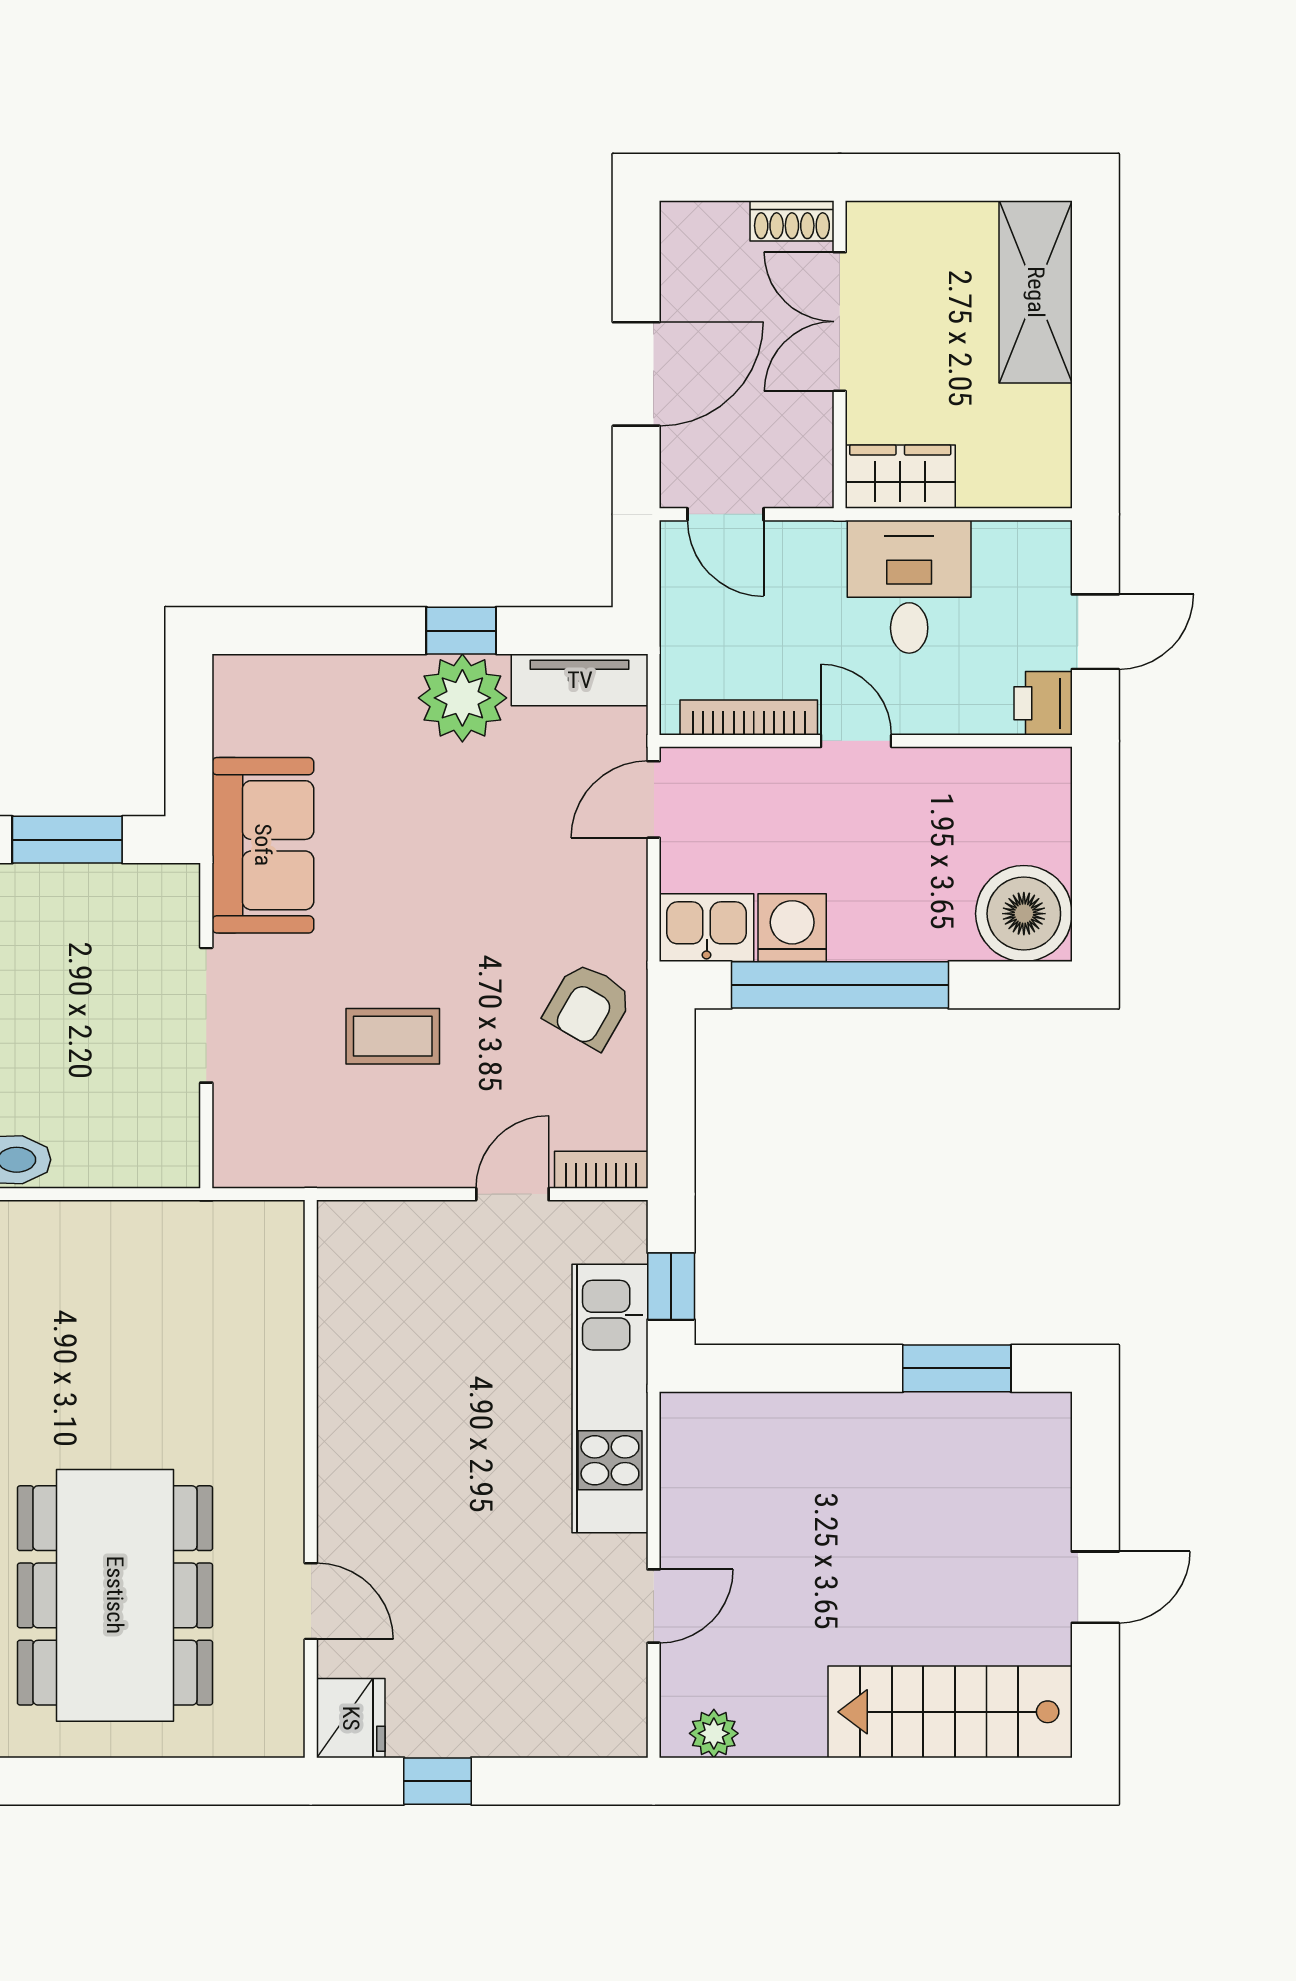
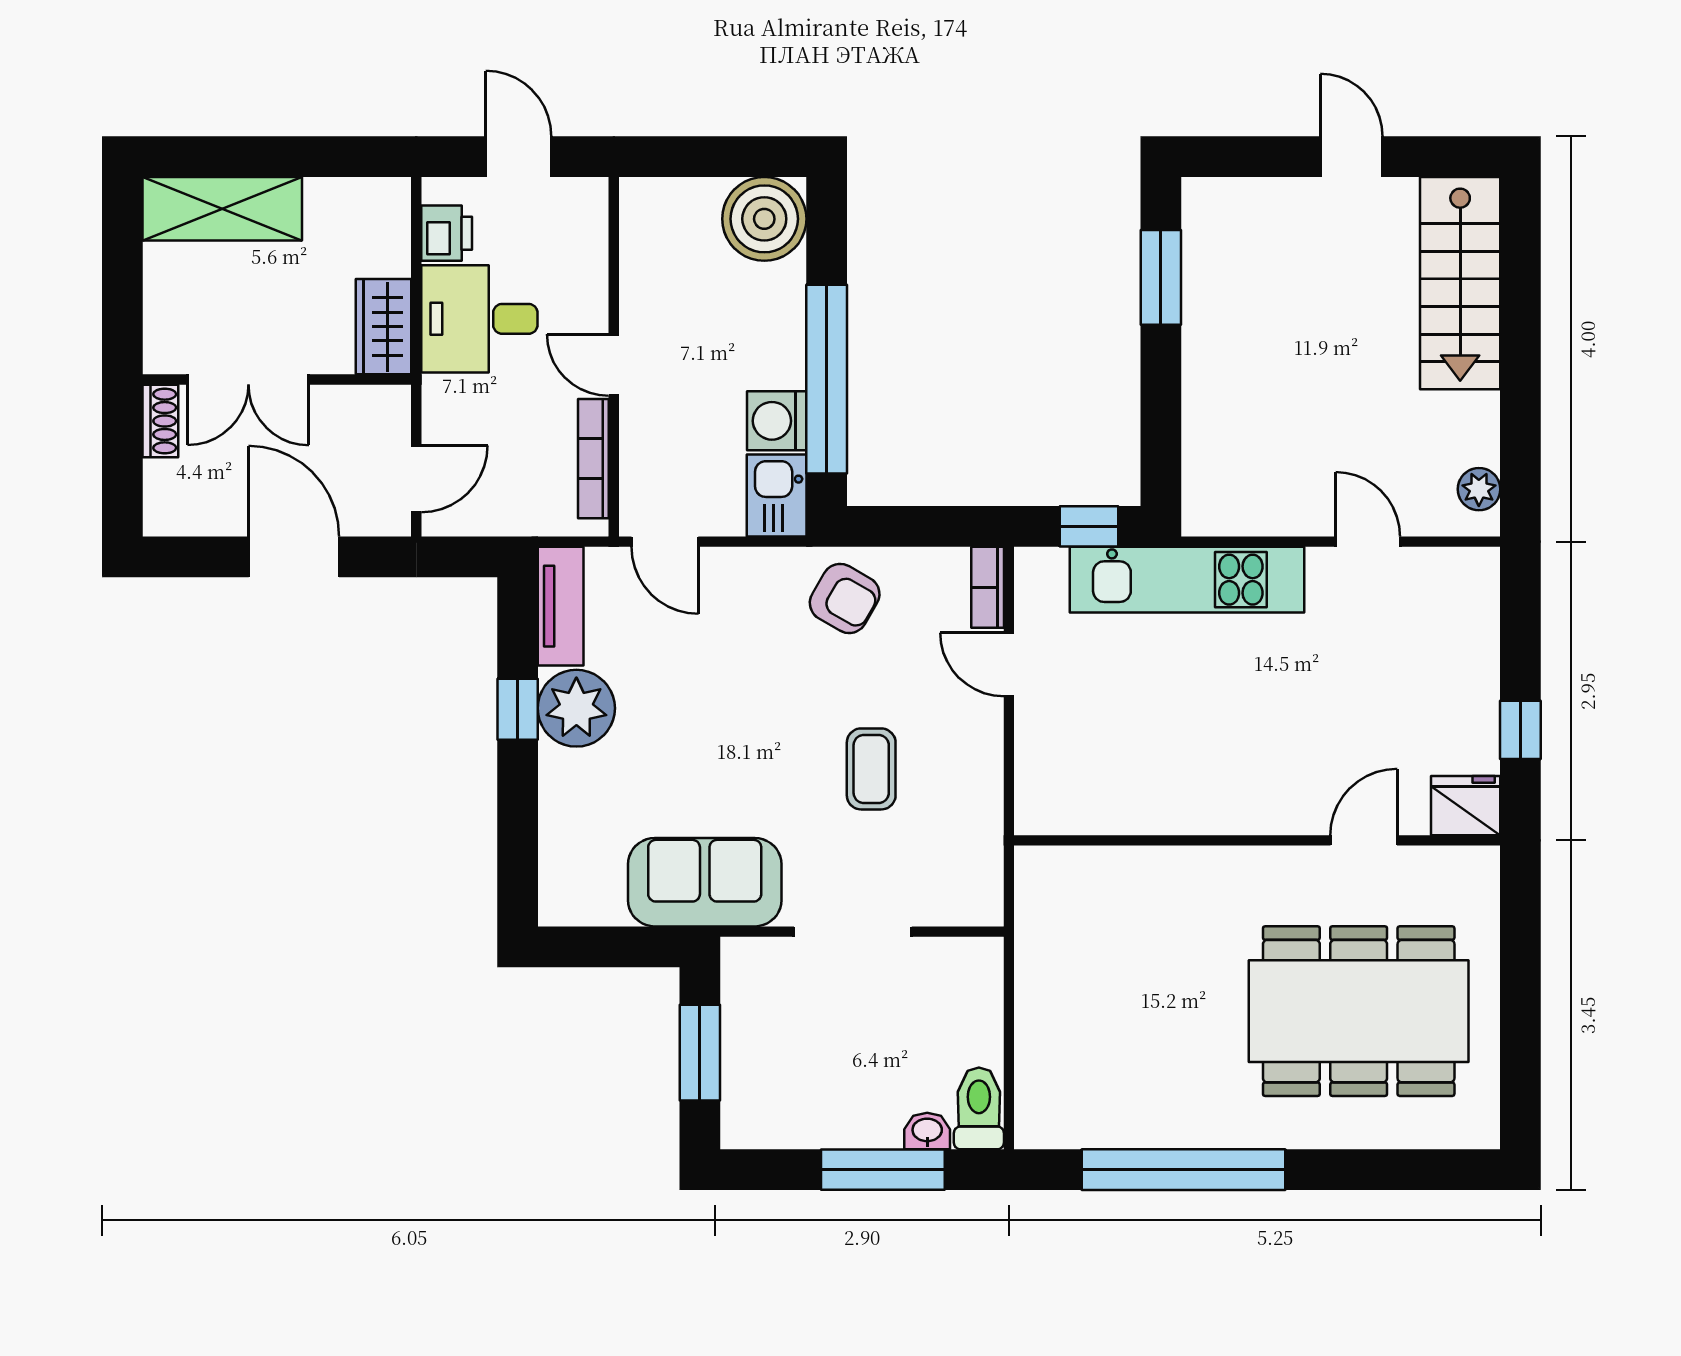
printer: (1043, 703) -> (447, 233), moved, turned -90
door: (856, 741) -> (614, 365), hinge flipped

